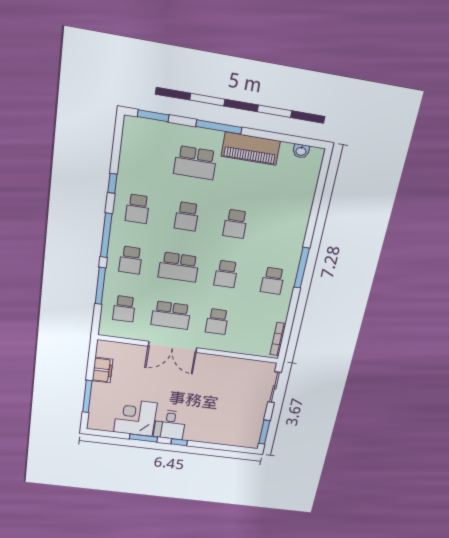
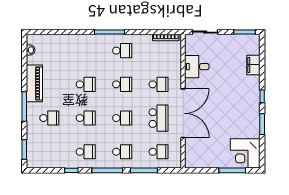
school desk: (195, 163) -> (49, 118), width x0.54
school desk: (179, 267) -> (122, 118), width x0.54
double door: (173, 347) -> (183, 113), width x1.36
filing cabinet: (102, 370) -> (253, 65), moved, turned -90
corner desk: (135, 418) -> (245, 153), moved
desk: (170, 425) -> (197, 67), moved, turned 180

